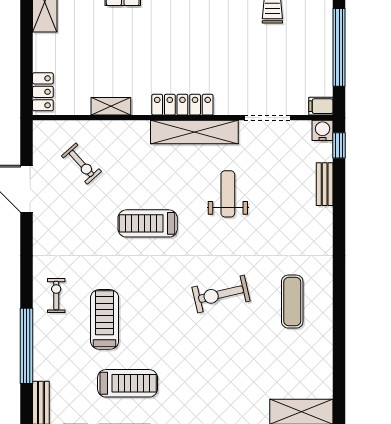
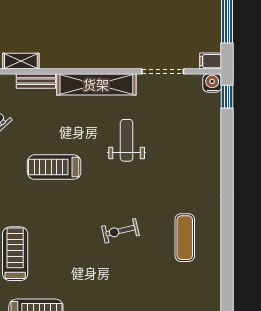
locker: (182, 105) -> (86, 60), removed
bench: (325, 184) -> (36, 81), moved, turned 90
exercise bike: (221, 294) -> (120, 231), width x0.73, depth x0.72

